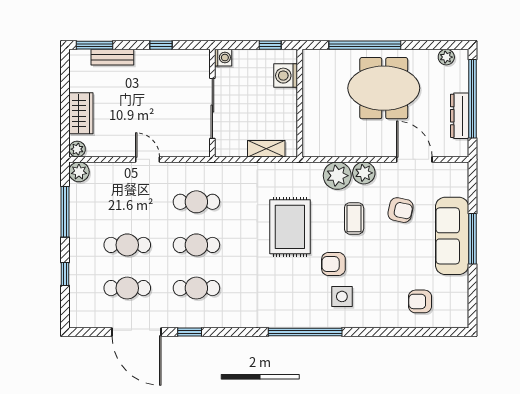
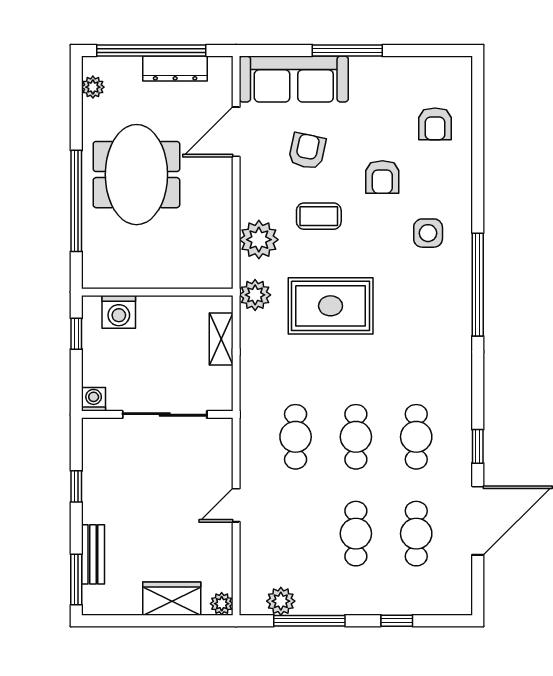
plant: (79, 172) -> (281, 601), moved
plant: (364, 173) -> (255, 295), moved
sofa: (452, 236) -> (294, 79), moved
armchair: (333, 264) -> (382, 177), moved

